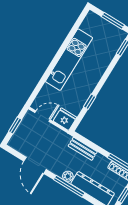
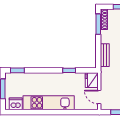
dishwasher: (89, 25) -> (16, 104), added

